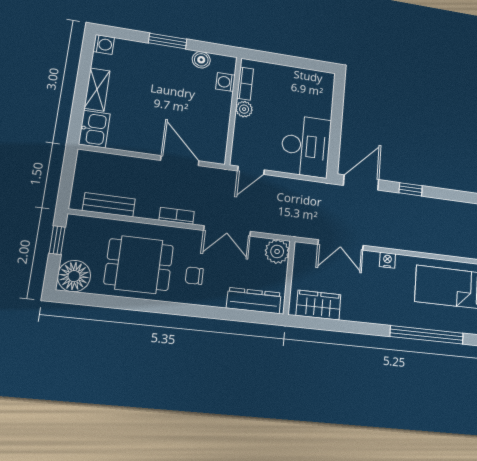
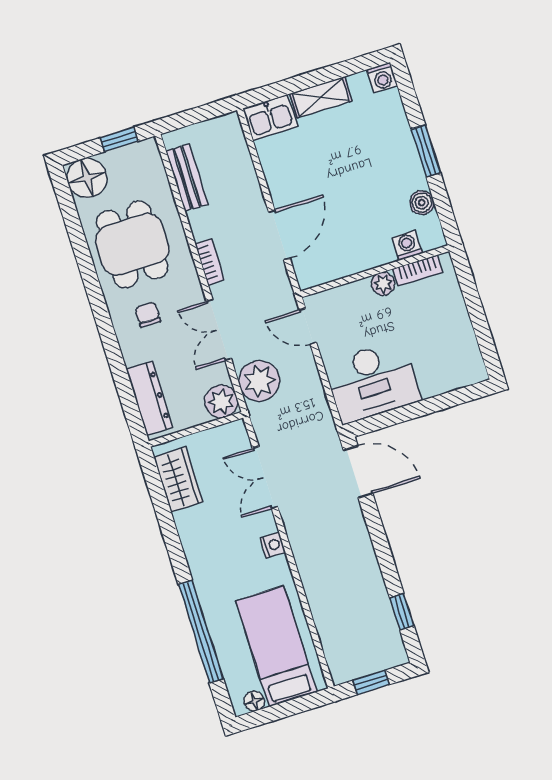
window: (411, 189) -> (402, 612), moved
plant: (274, 219) -> (259, 381), added

